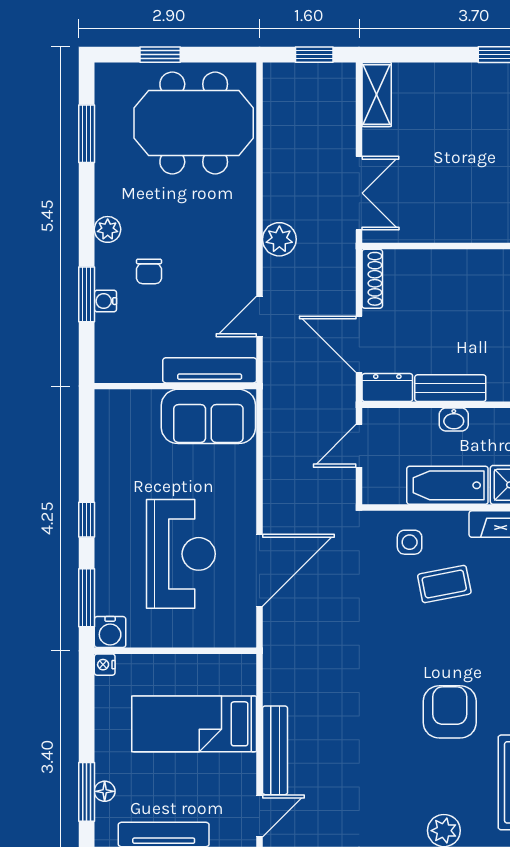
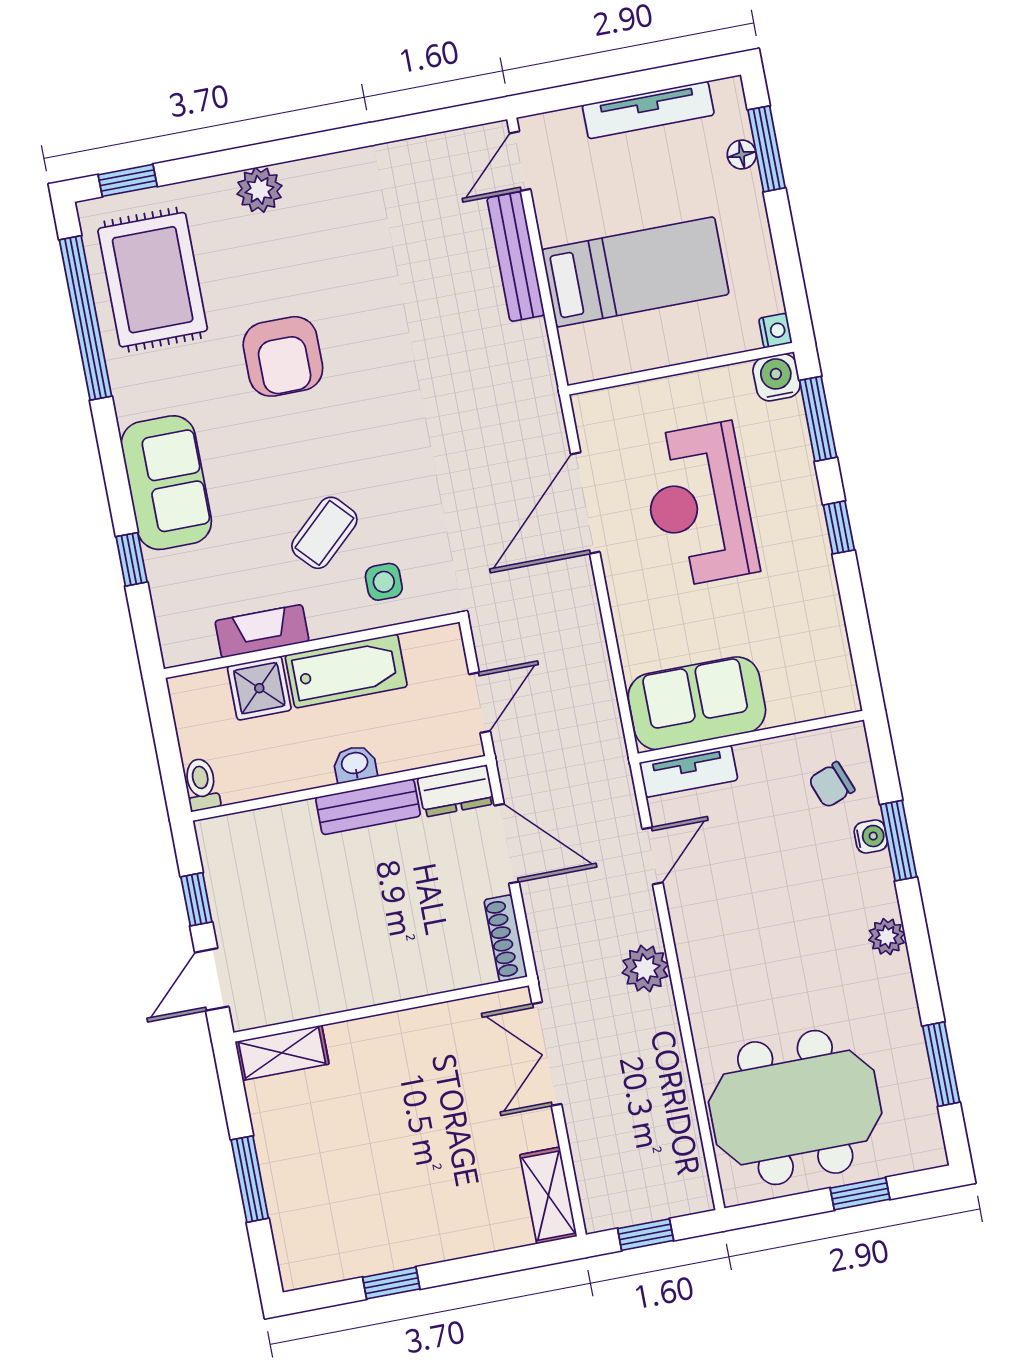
chair: (149, 271) -> (832, 785), moved, turned -111
tv unit: (210, 370) -> (689, 771), width x0.71
coffee table: (444, 584) -> (324, 533), turned -32

